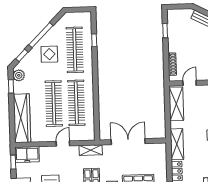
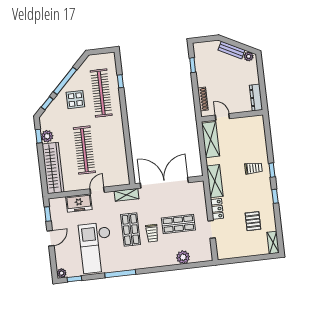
plant: (19, 75) -> (47, 136), moved
door: (190, 83) -> (222, 117), hinge flipped
clothes rail: (76, 103) -> (108, 147), removed
double door: (128, 142) -> (164, 183), width x1.36
freezer: (27, 155) -> (79, 203), moved

